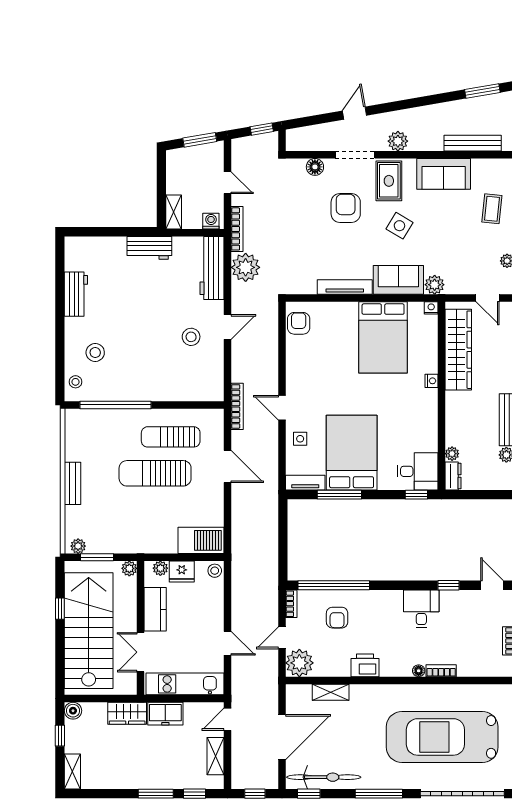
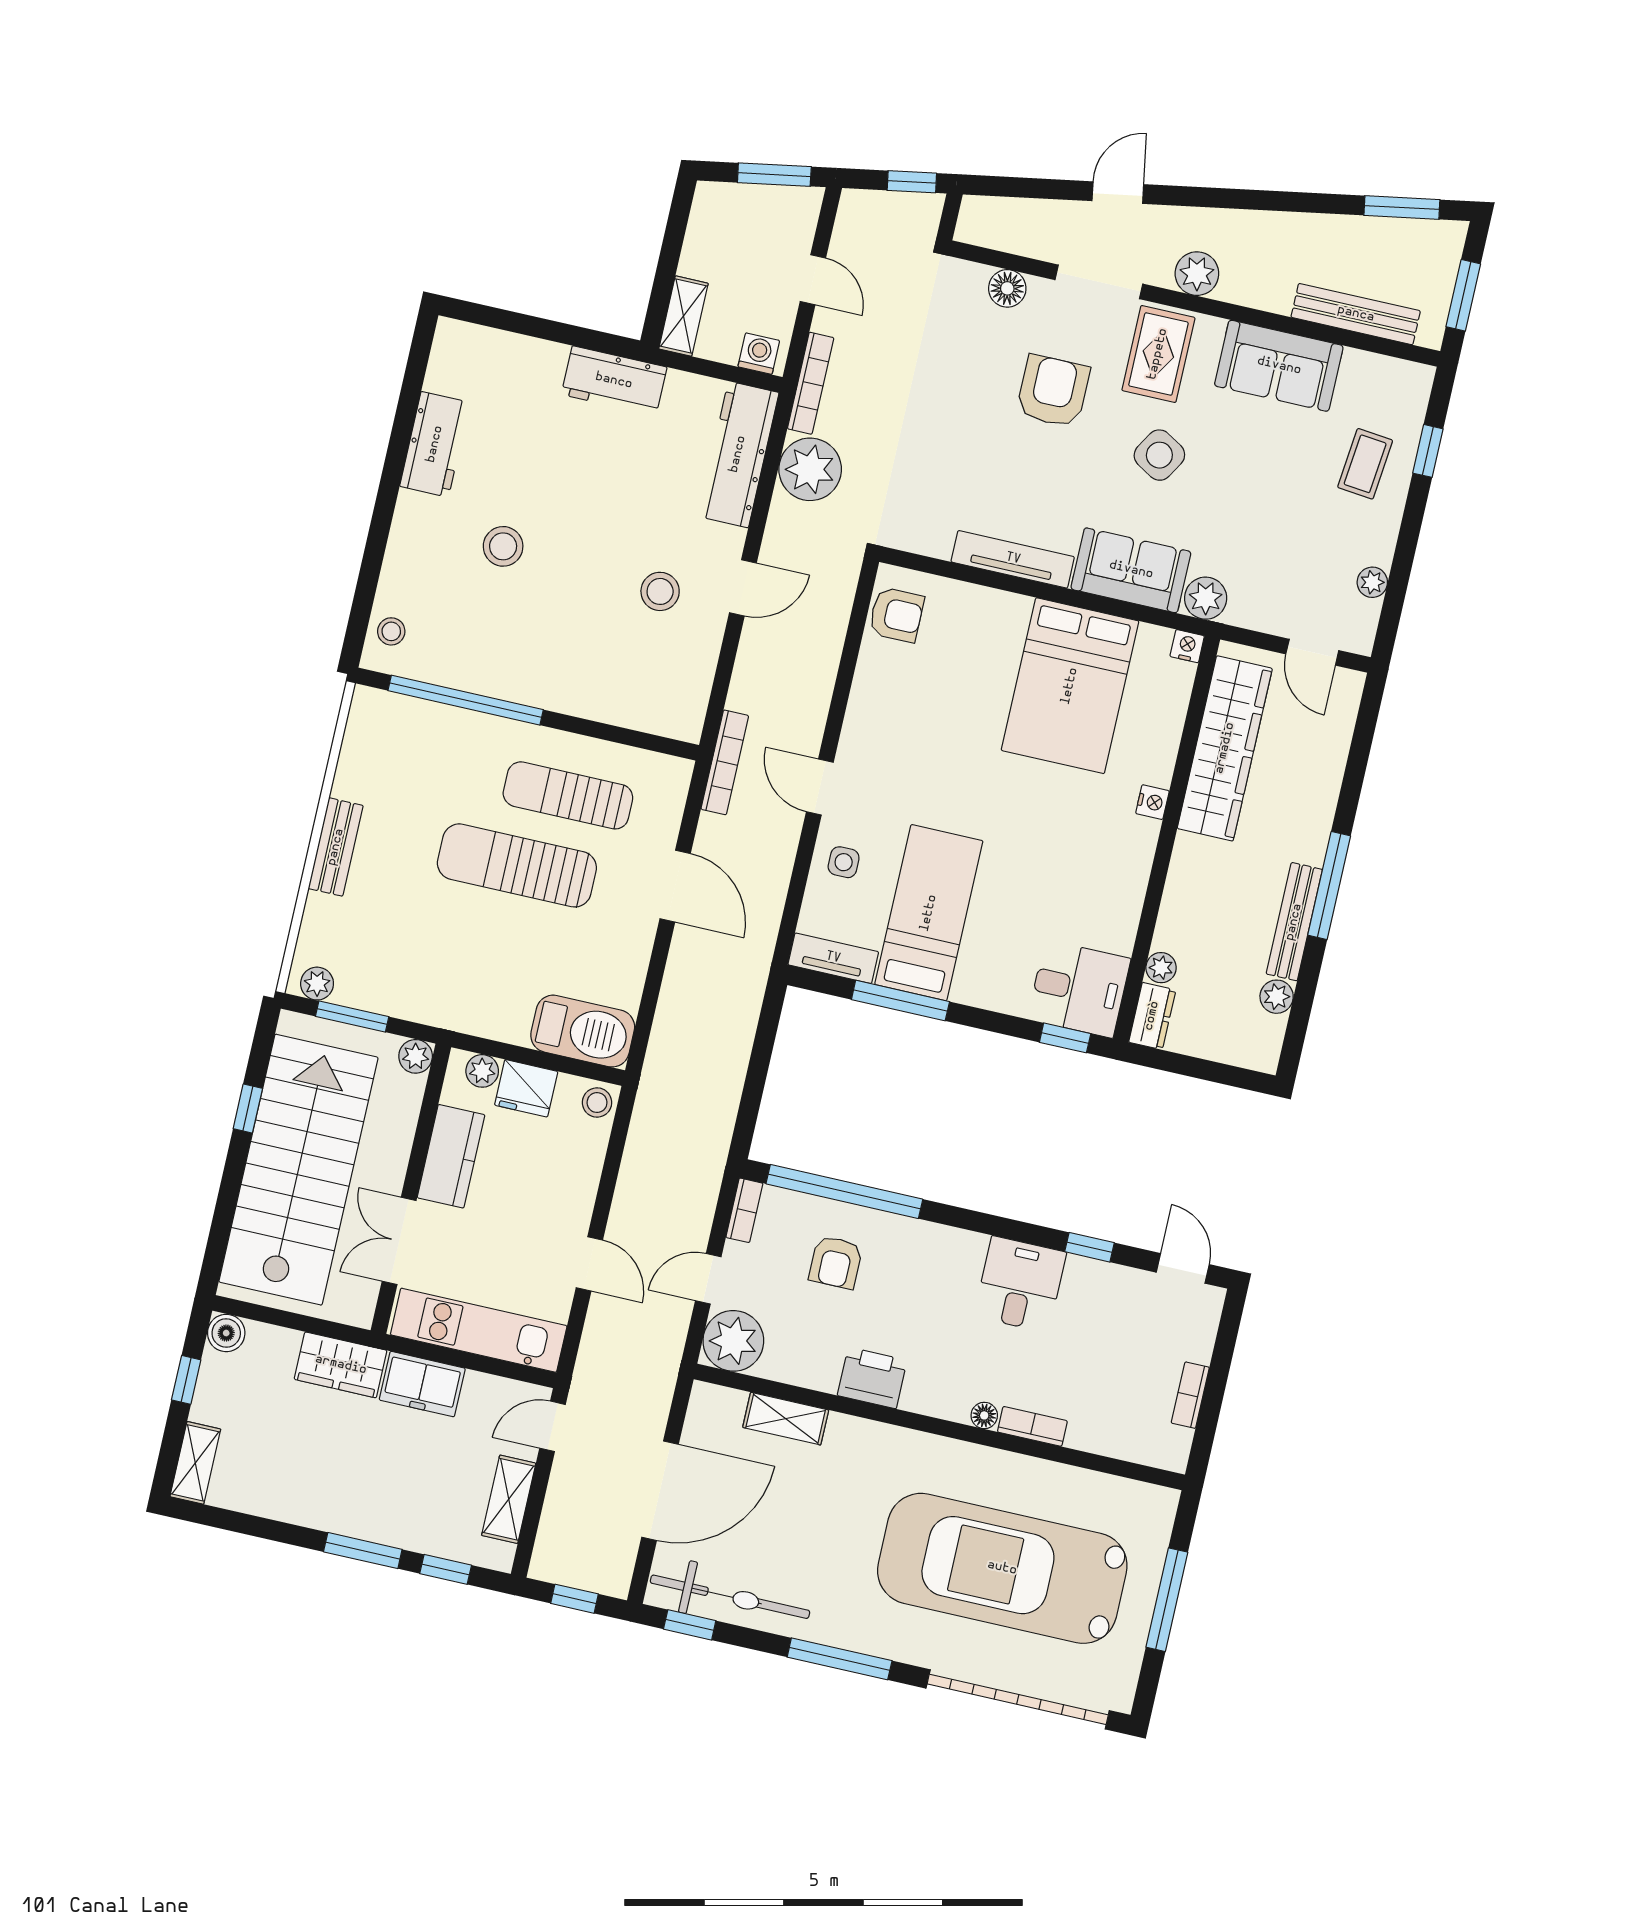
armchair: (299, 323) -> (896, 615), turned 90
stool: (95, 353) -> (503, 546), moved
bed: (352, 453) -> (929, 913), width x0.67

